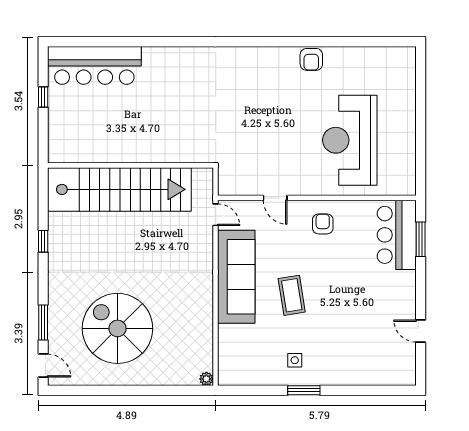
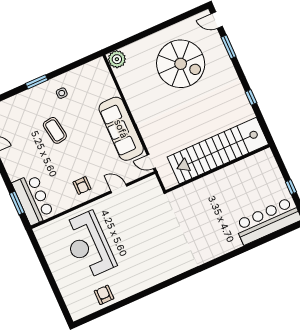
armchair: (311, 59) -> (104, 295), moved
reception desk: (350, 140) -> (88, 245), turned 180
coffee table: (292, 295) -> (55, 130), moved
plant: (206, 379) -> (117, 59), width x1.88, depth x1.88
window: (304, 390) -> (37, 82), moved

